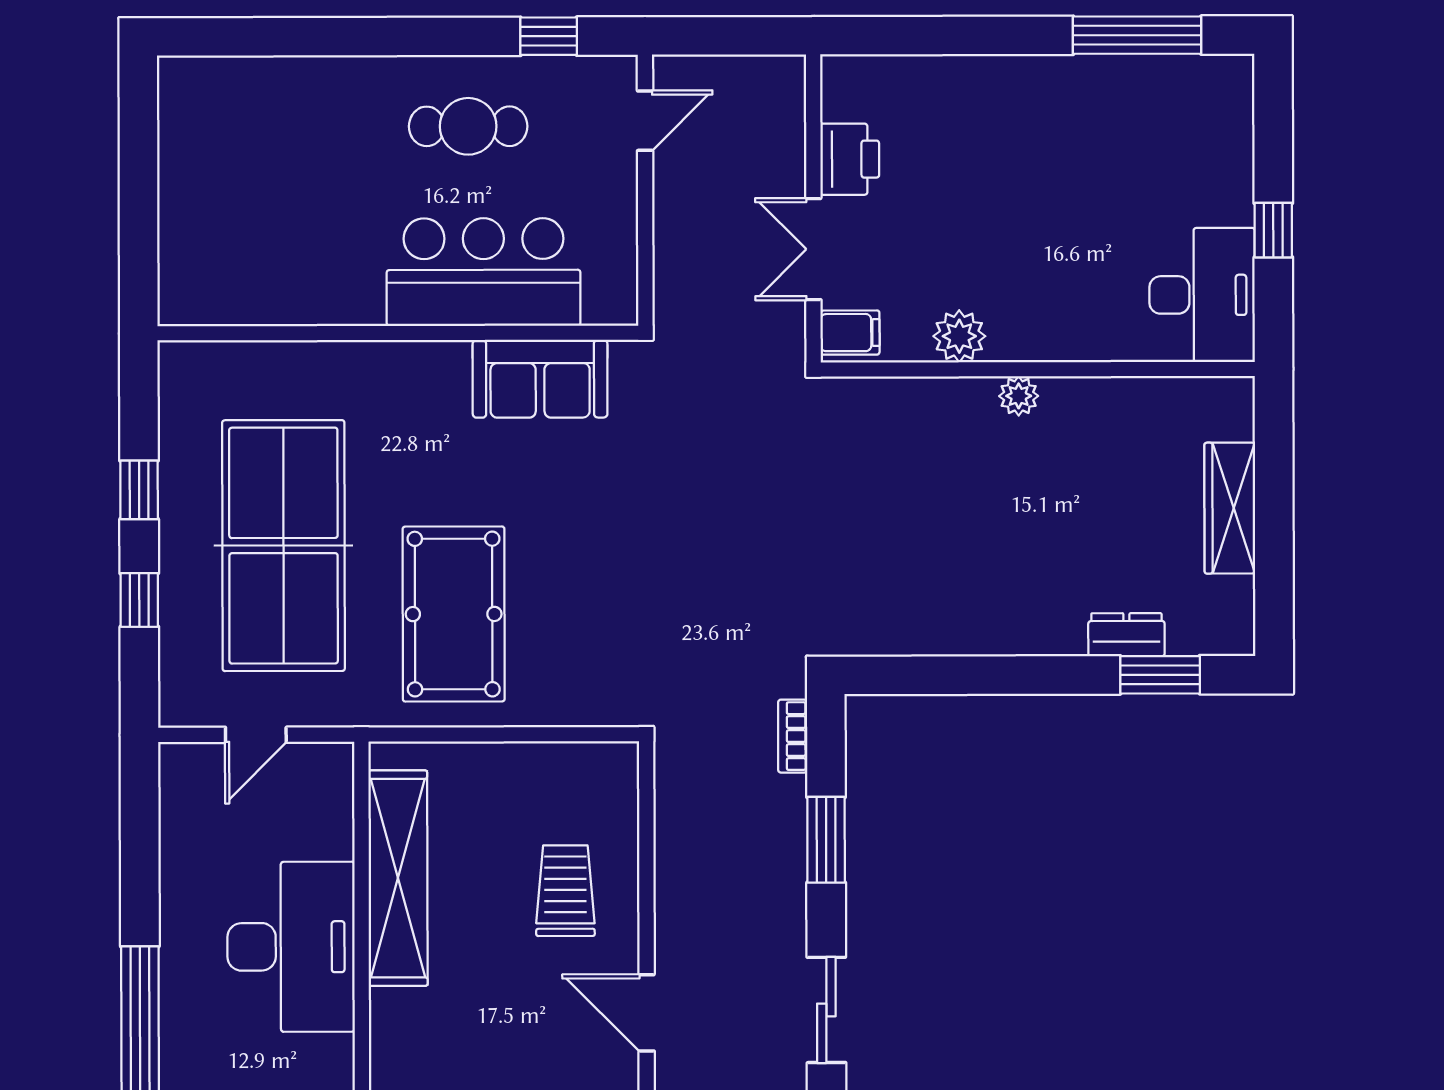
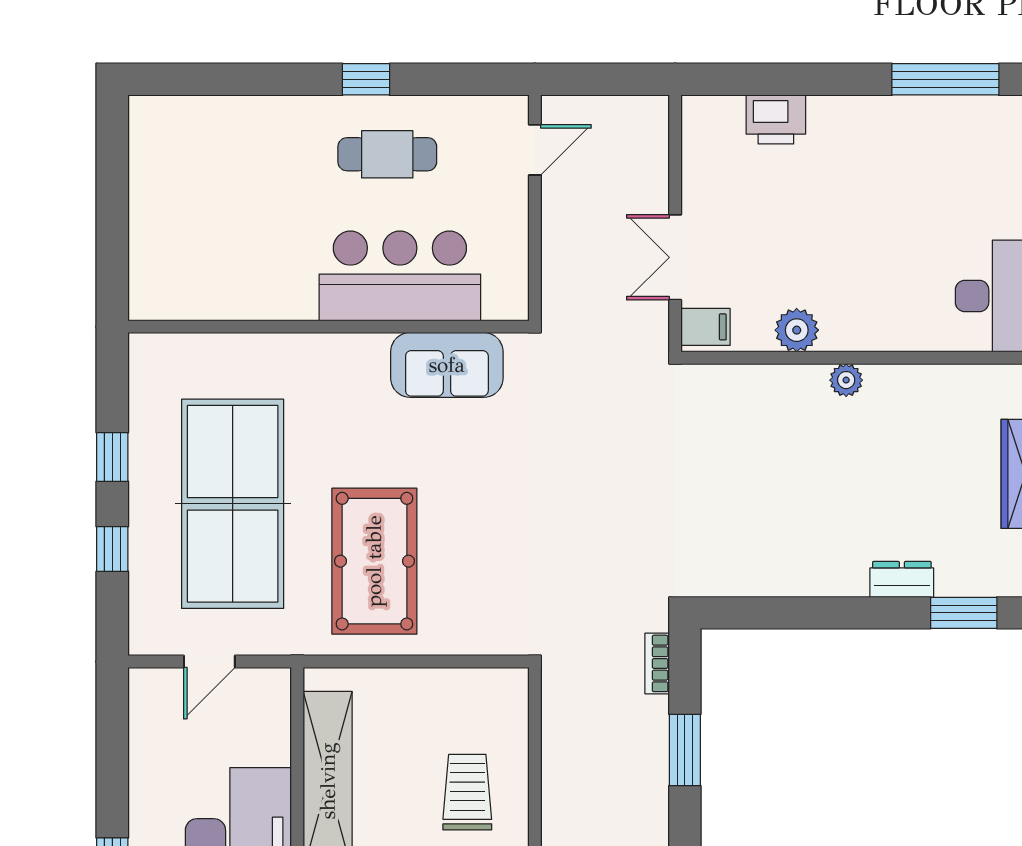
window: (549, 36) -> (366, 79), moved
printer: (850, 159) -> (776, 119), moved, turned 90
dresser: (1126, 635) -> (902, 579), moved

